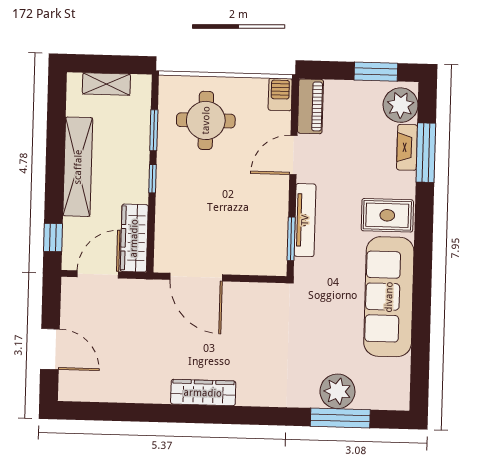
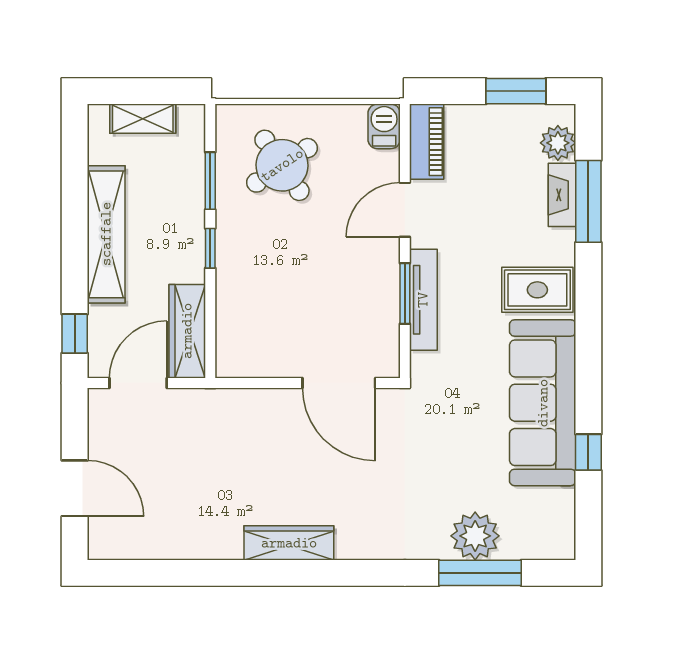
plant: (401, 105) -> (558, 143), width x0.73, depth x0.73
round table: (206, 120) -> (282, 165), turned -34
window: (291, 239) -> (405, 294), moved
door: (196, 277) -> (339, 383), moved
window: (421, 333) -> (588, 452), added

